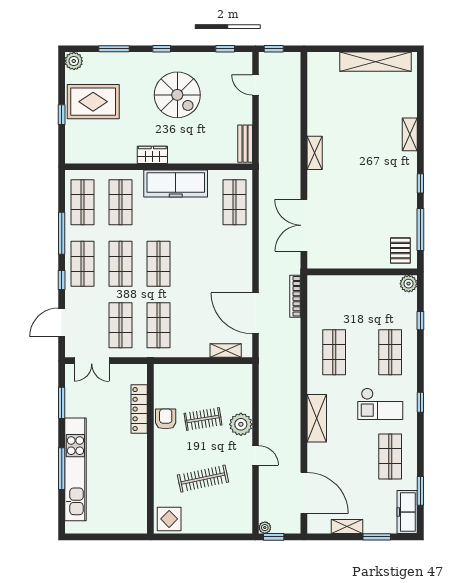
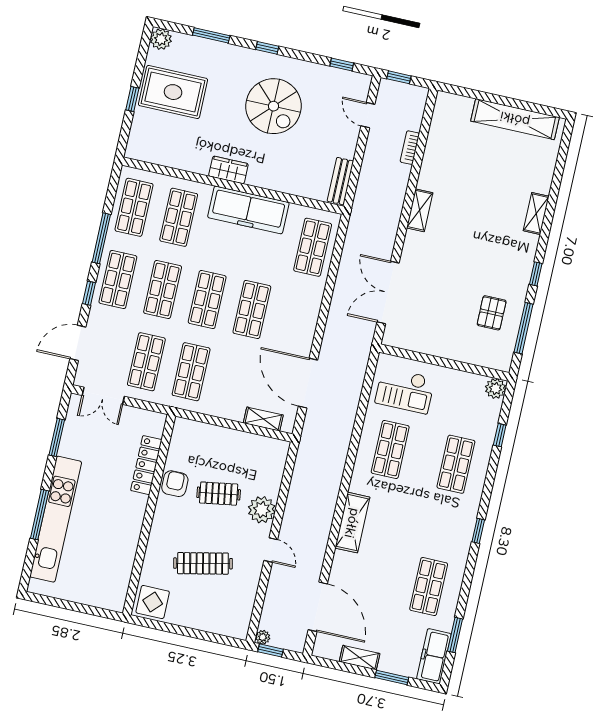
pallet: (400, 251) -> (492, 313), moved
shop shelf: (197, 264) -> (252, 309), added
bookcase: (295, 296) -> (410, 148), moved, width x0.64
checkout: (380, 404) -> (405, 390), moved

